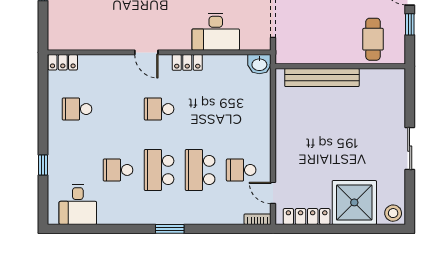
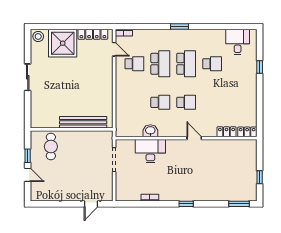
locker: (187, 62) -> (226, 132), moved
washbasin: (259, 64) -> (150, 131), moved
school desk: (77, 109) -> (160, 102), moved

